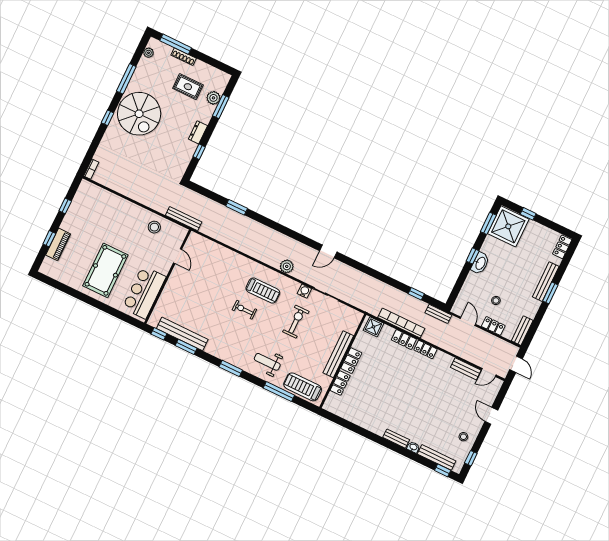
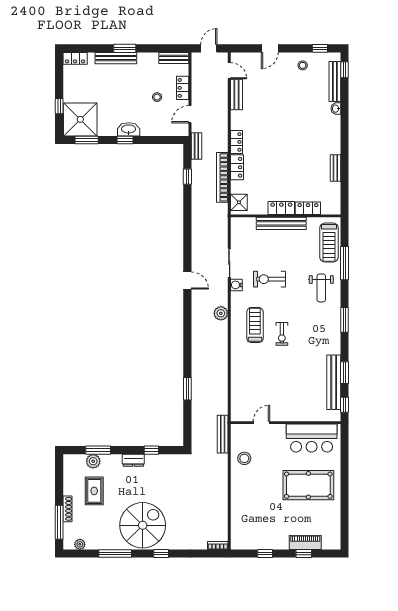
bench: (396, 439) -> (335, 168), moved

